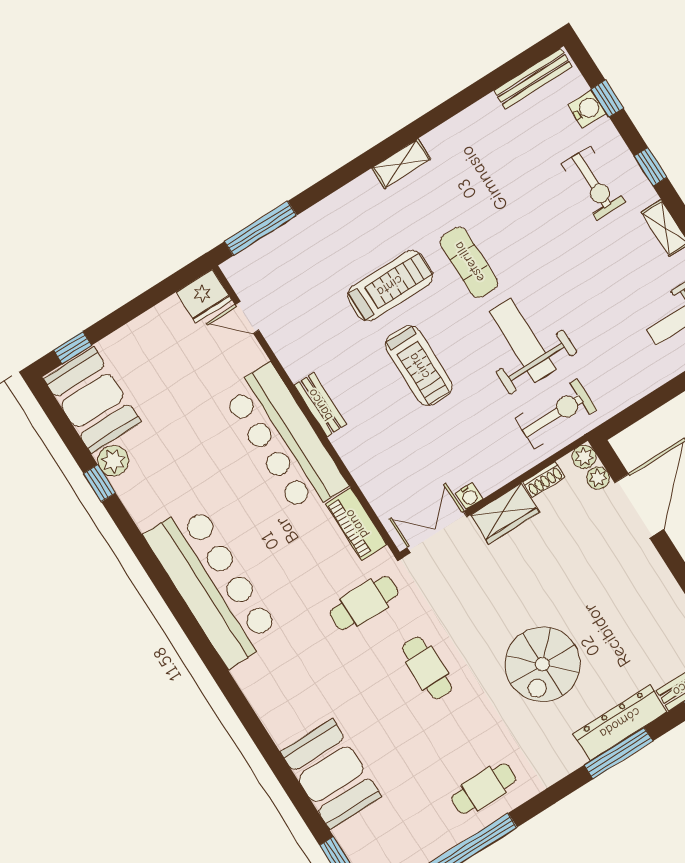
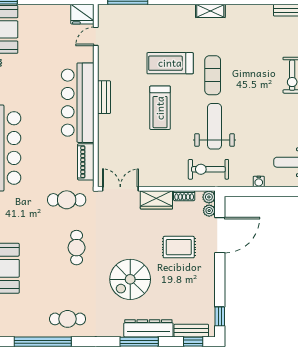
treadmill: (390, 286) -> (170, 63), turned 180
door: (247, 318) -> (96, 36), hinge flipped
exercise bike: (556, 414) -> (208, 169), turned 180
water cooler: (469, 496) -> (259, 182), moved
rug: (587, 565) -> (179, 247), added

